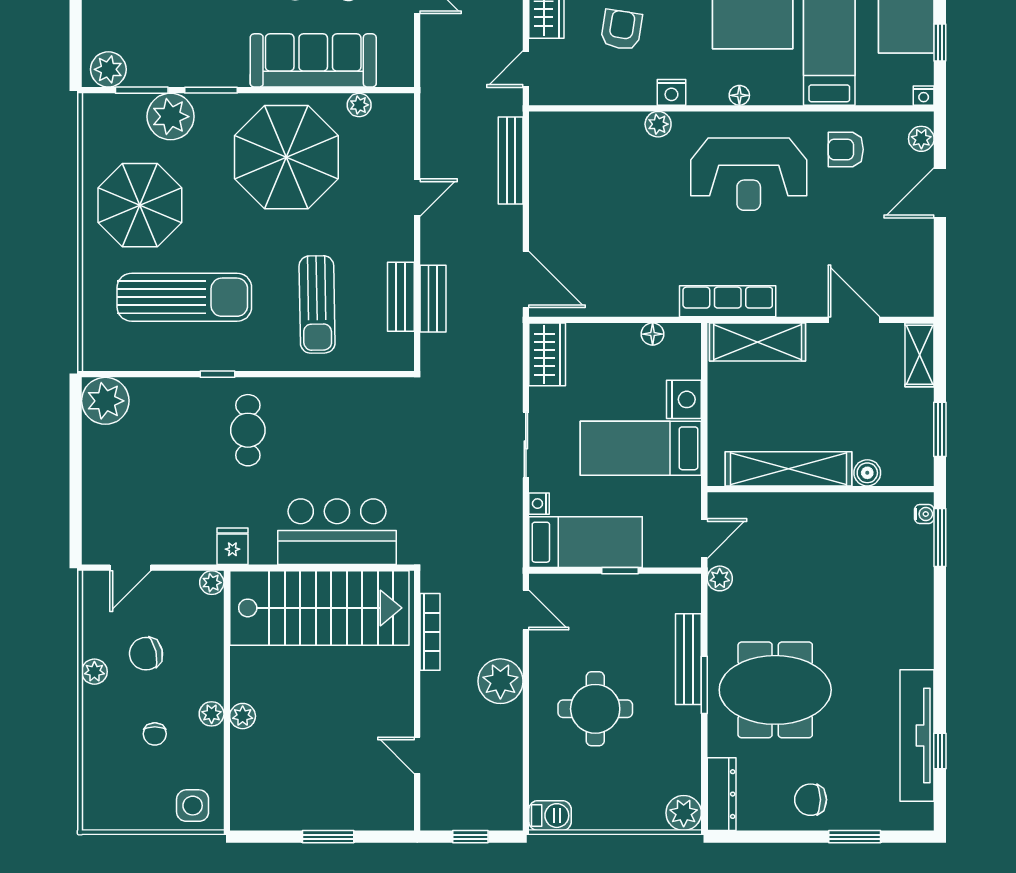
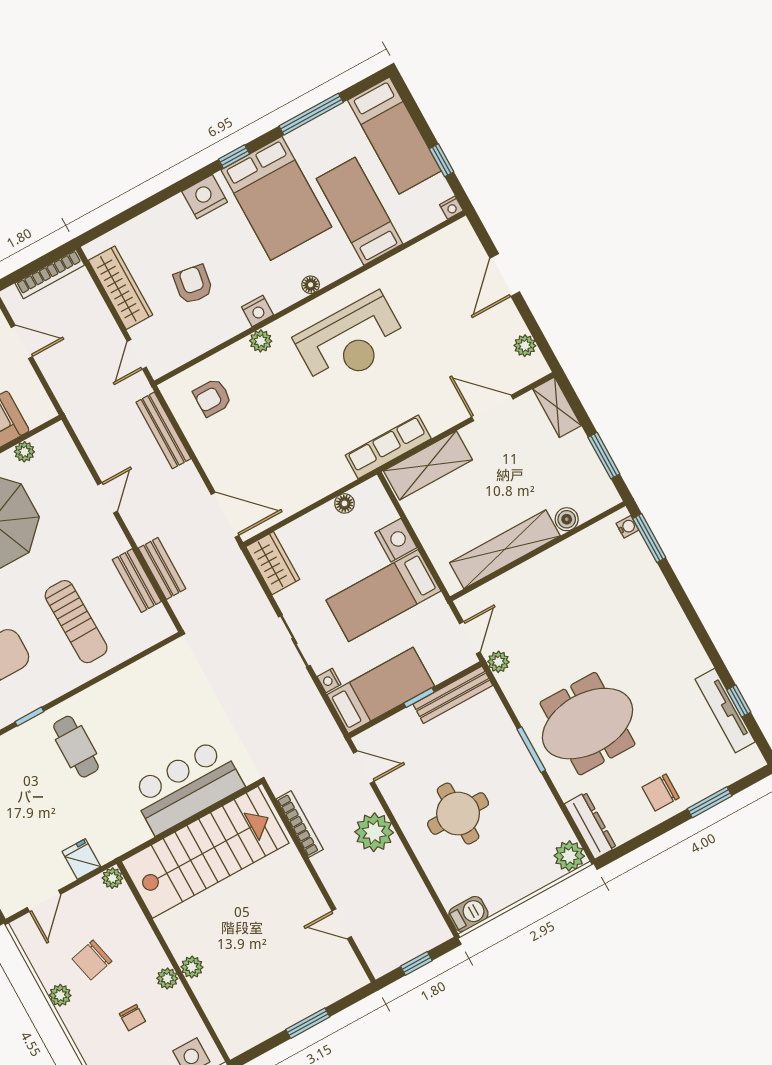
plant: (921, 139) -> (525, 346), moved
armchair: (846, 149) -> (212, 397), moved
fridge: (232, 546) -> (81, 859), moved
bench: (688, 659) -> (453, 695), moved, turned 90
tv unit: (917, 735) -> (725, 711), width x0.73, depth x0.78

